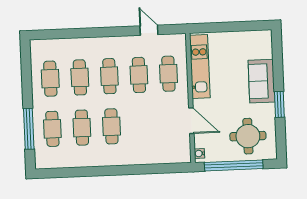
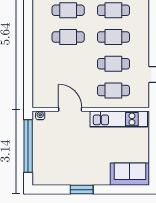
sofa: (261, 81) -> (130, 174), moved
door: (191, 121) -> (70, 109), swing flipped
round table: (248, 136) -> (54, 160), removed

